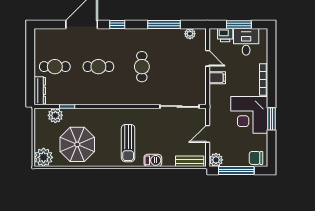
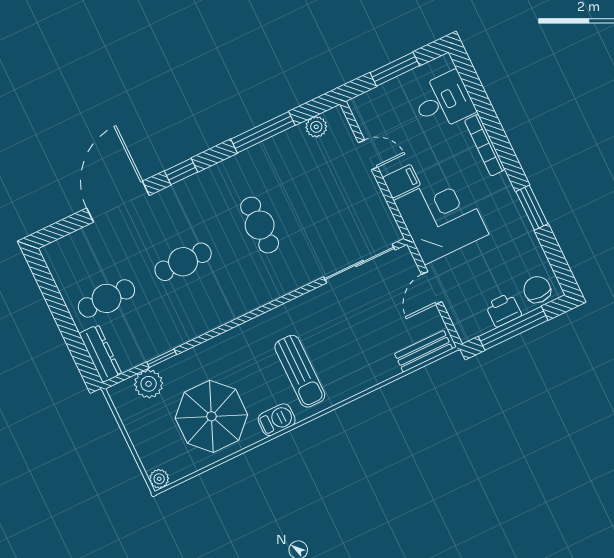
printer: (225, 35) -> (503, 310), moved, turned 180
desk: (246, 42) -> (443, 101), moved, turned 90
corner desk: (249, 115) -> (441, 217), moved, turned 180
plant: (44, 157) -> (159, 479), width x0.53, depth x0.53
chair: (256, 158) -> (537, 290), turned 90
barbecue: (153, 160) -> (277, 420), moved
plant: (216, 160) -> (468, 327), removed

